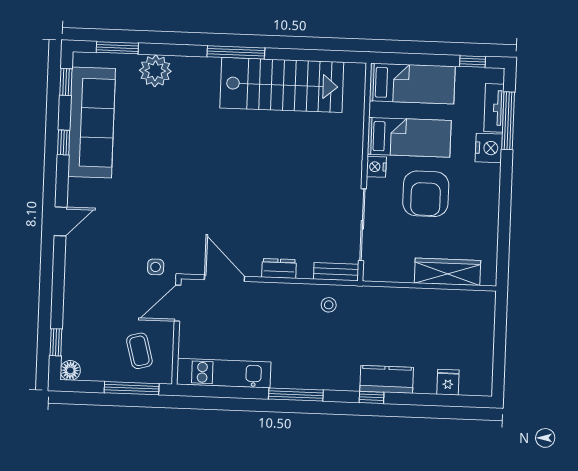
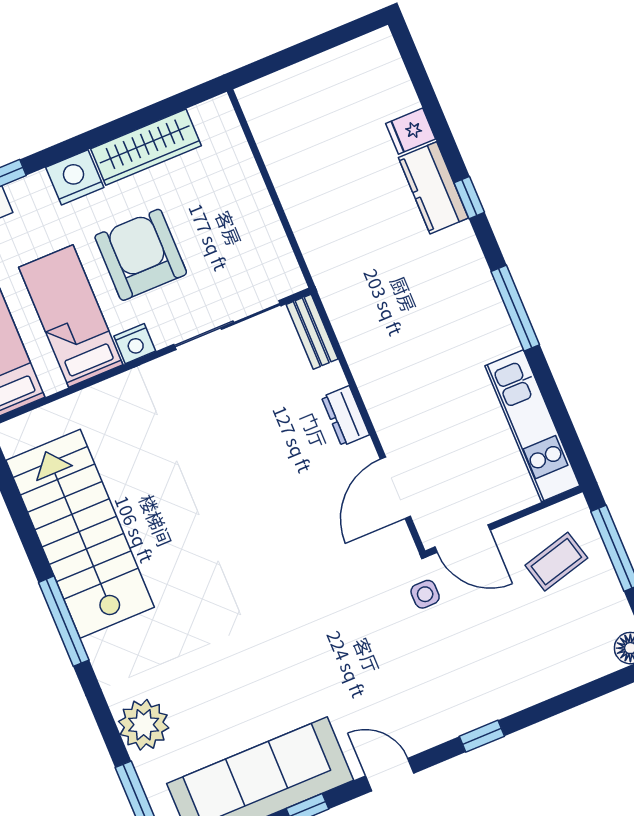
nightstand: (489, 148) -> (75, 177), moved
armchair: (426, 194) -> (141, 255), turned -90
door: (61, 221) -> (390, 775), moved
wardrobe: (447, 272) -> (146, 147), moved, turned -90
stool: (329, 305) -> (365, 320), removed
window: (56, 342) -> (482, 736), moved
fridge: (448, 382) -> (411, 131), moved

